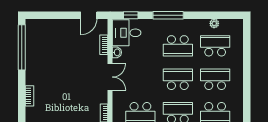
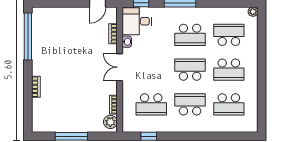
plant: (214, 23) -> (253, 12), moved
double door: (110, 77) -> (120, 67), swing flipped
school desk: (215, 79) -> (229, 70), turned 180

